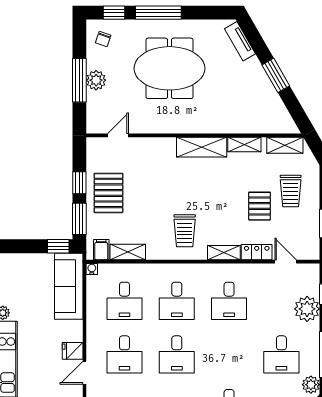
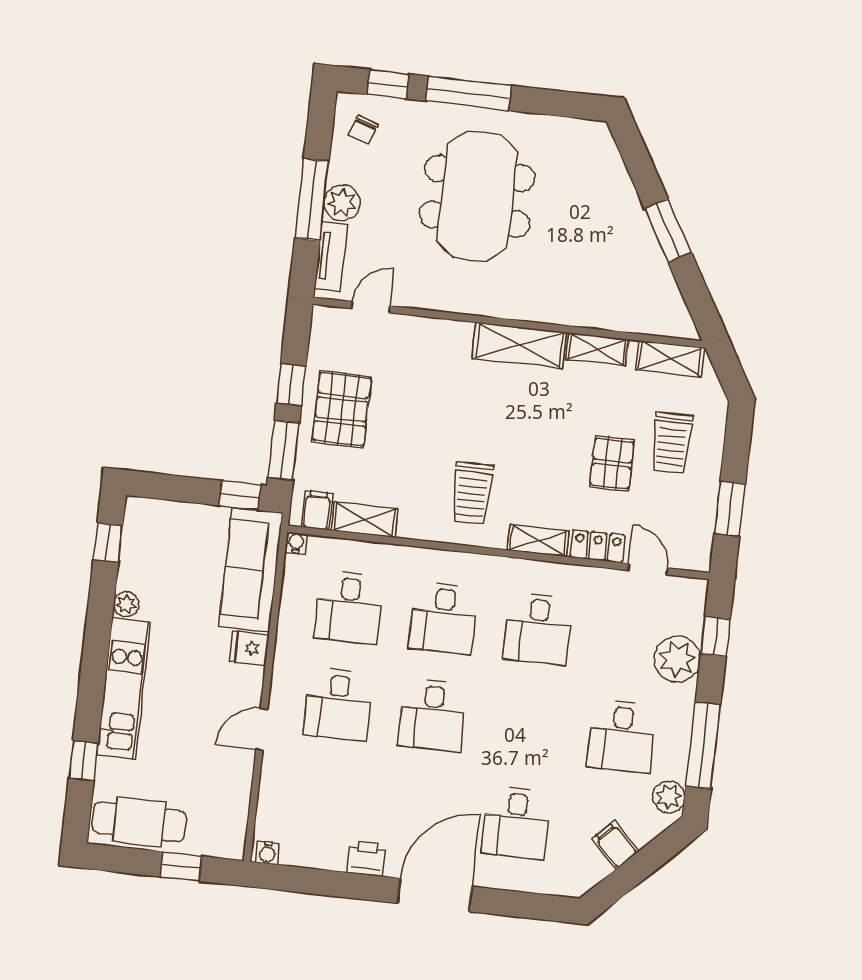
tv unit: (240, 41) -> (331, 256), moved, turned -150
meeting table: (169, 68) -> (477, 196), turned 90
fridge: (73, 351) -> (249, 648), moved

